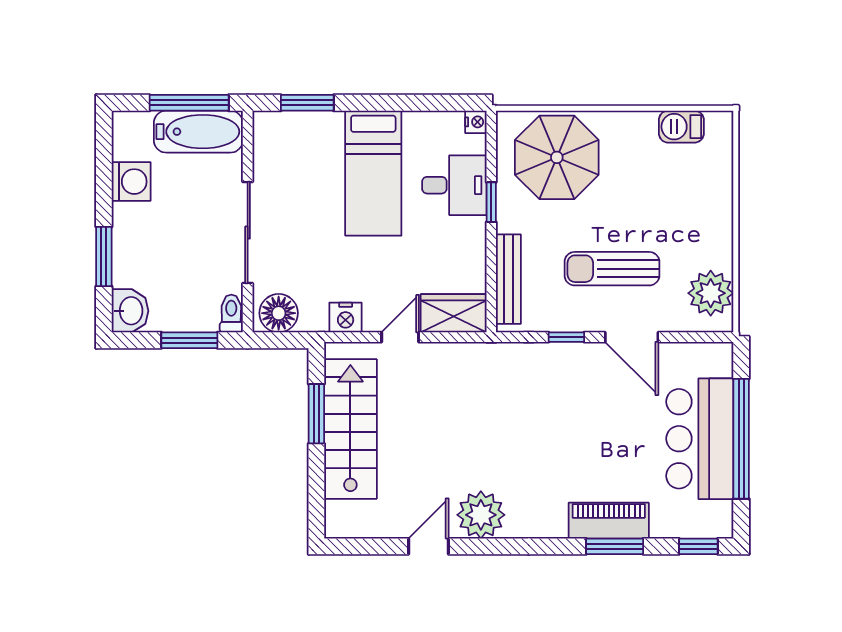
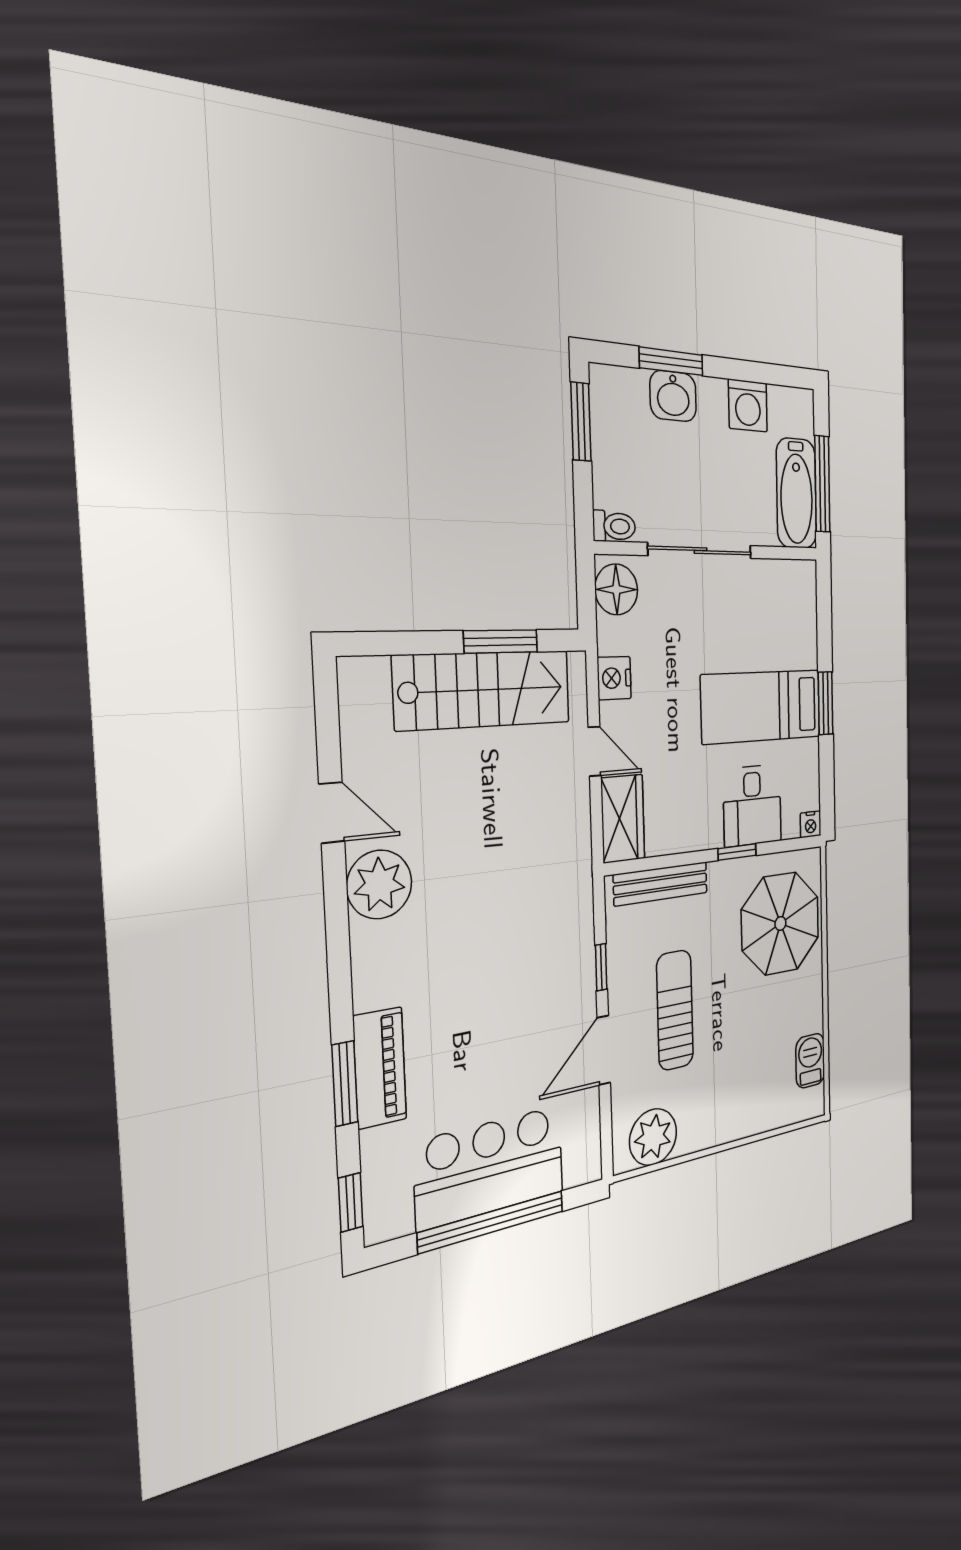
window: (307, 103) -> (826, 703), moved
washbasin: (130, 311) -> (673, 396), moved
window: (189, 340) -> (581, 422), moved

